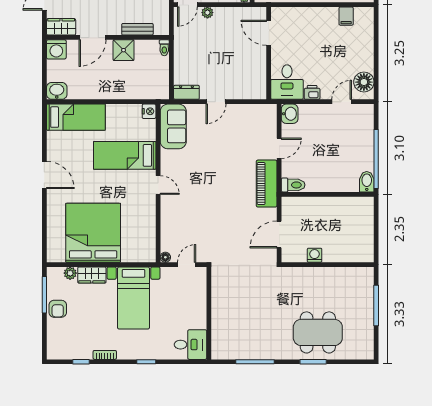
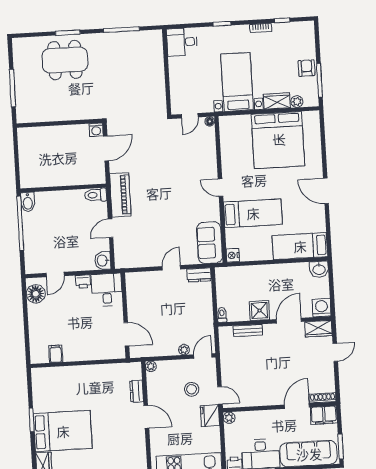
washing machine: (315, 255) -> (96, 130), moved

